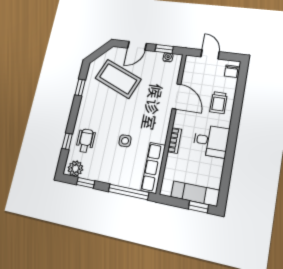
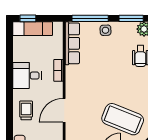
door: (176, 96) -> (64, 110), hinge flipped
side table: (125, 141) -> (105, 30), moved
window: (86, 183) -> (131, 18), width x1.50

